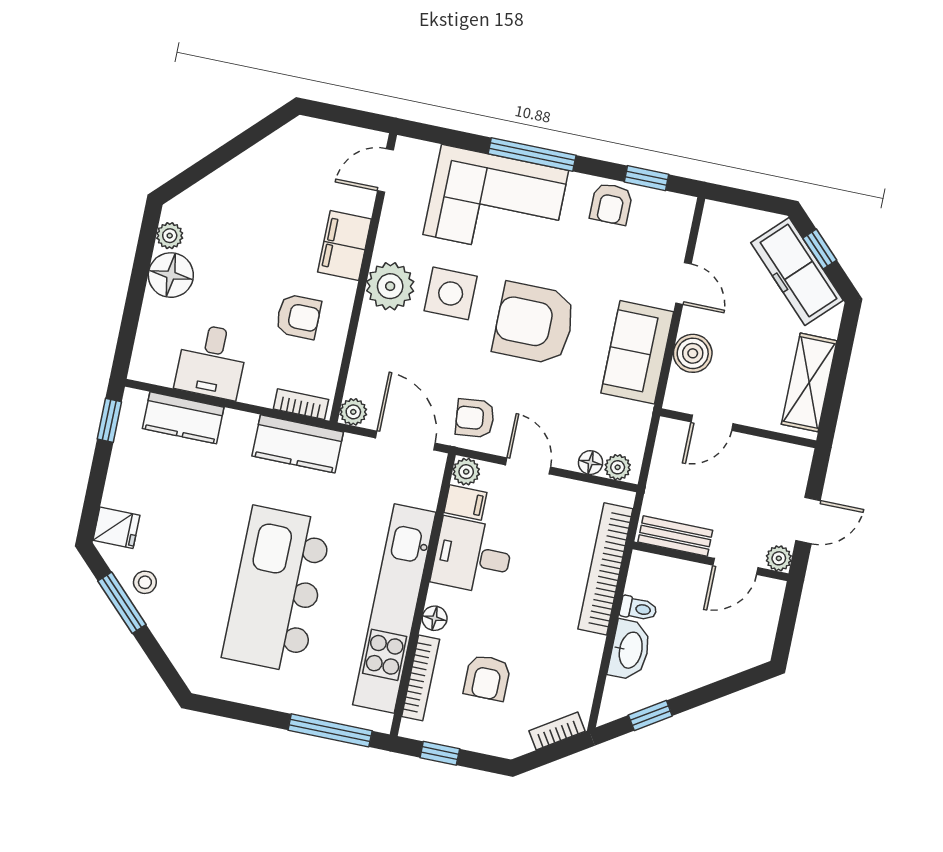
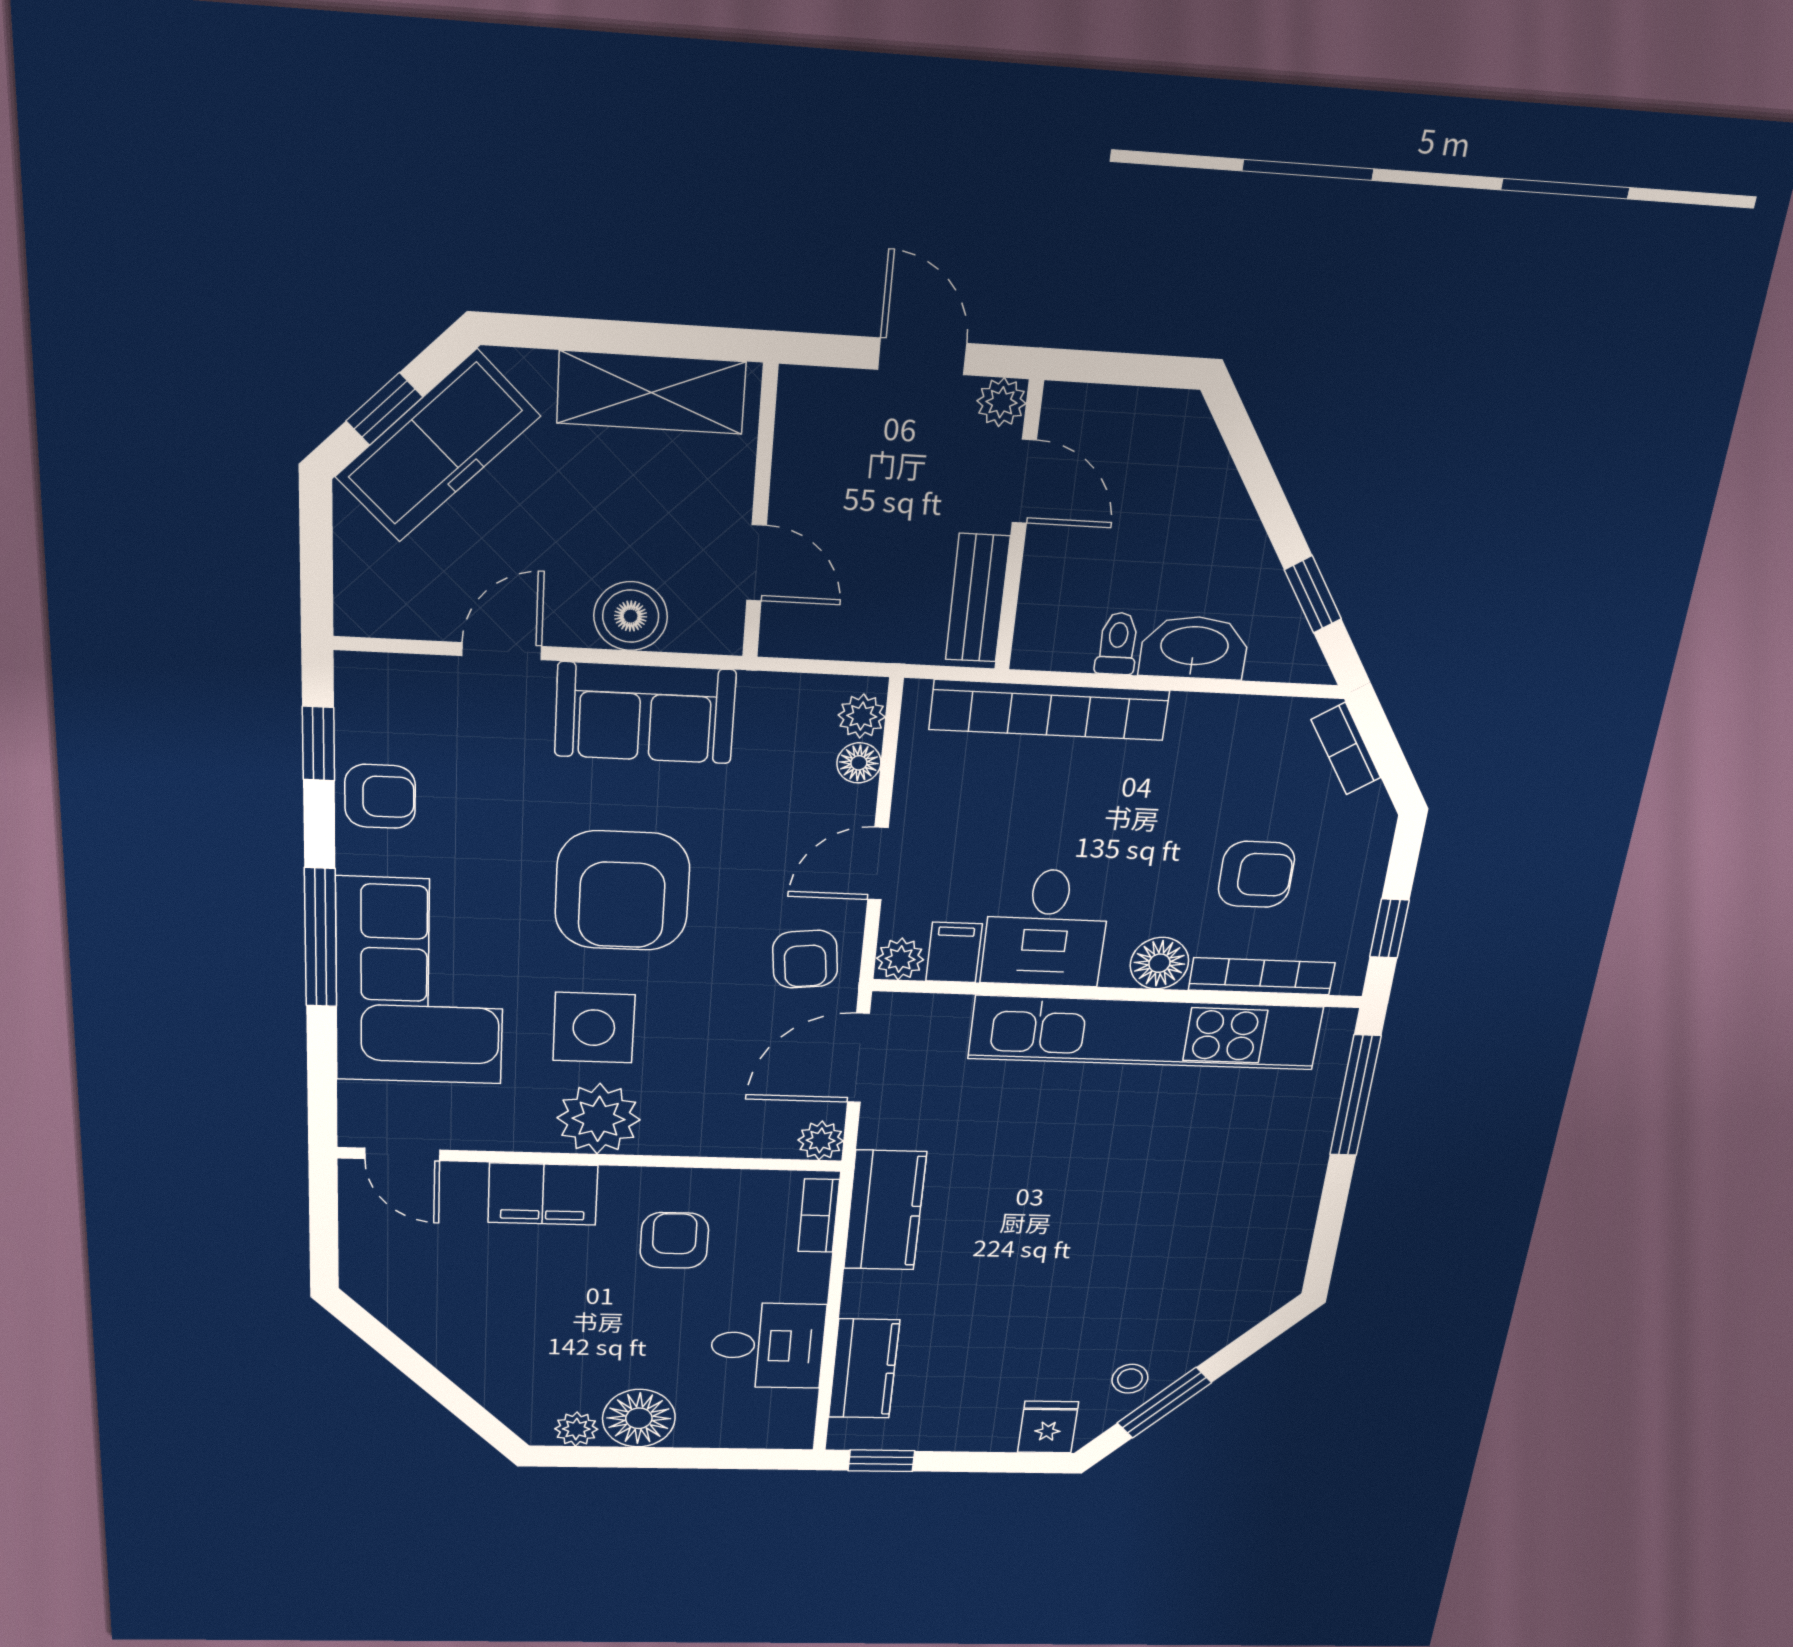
kitchen island: (277, 589) -> (1127, 1203), removed
floor lamp: (435, 618) -> (1159, 963), width x1.37, depth x1.37

